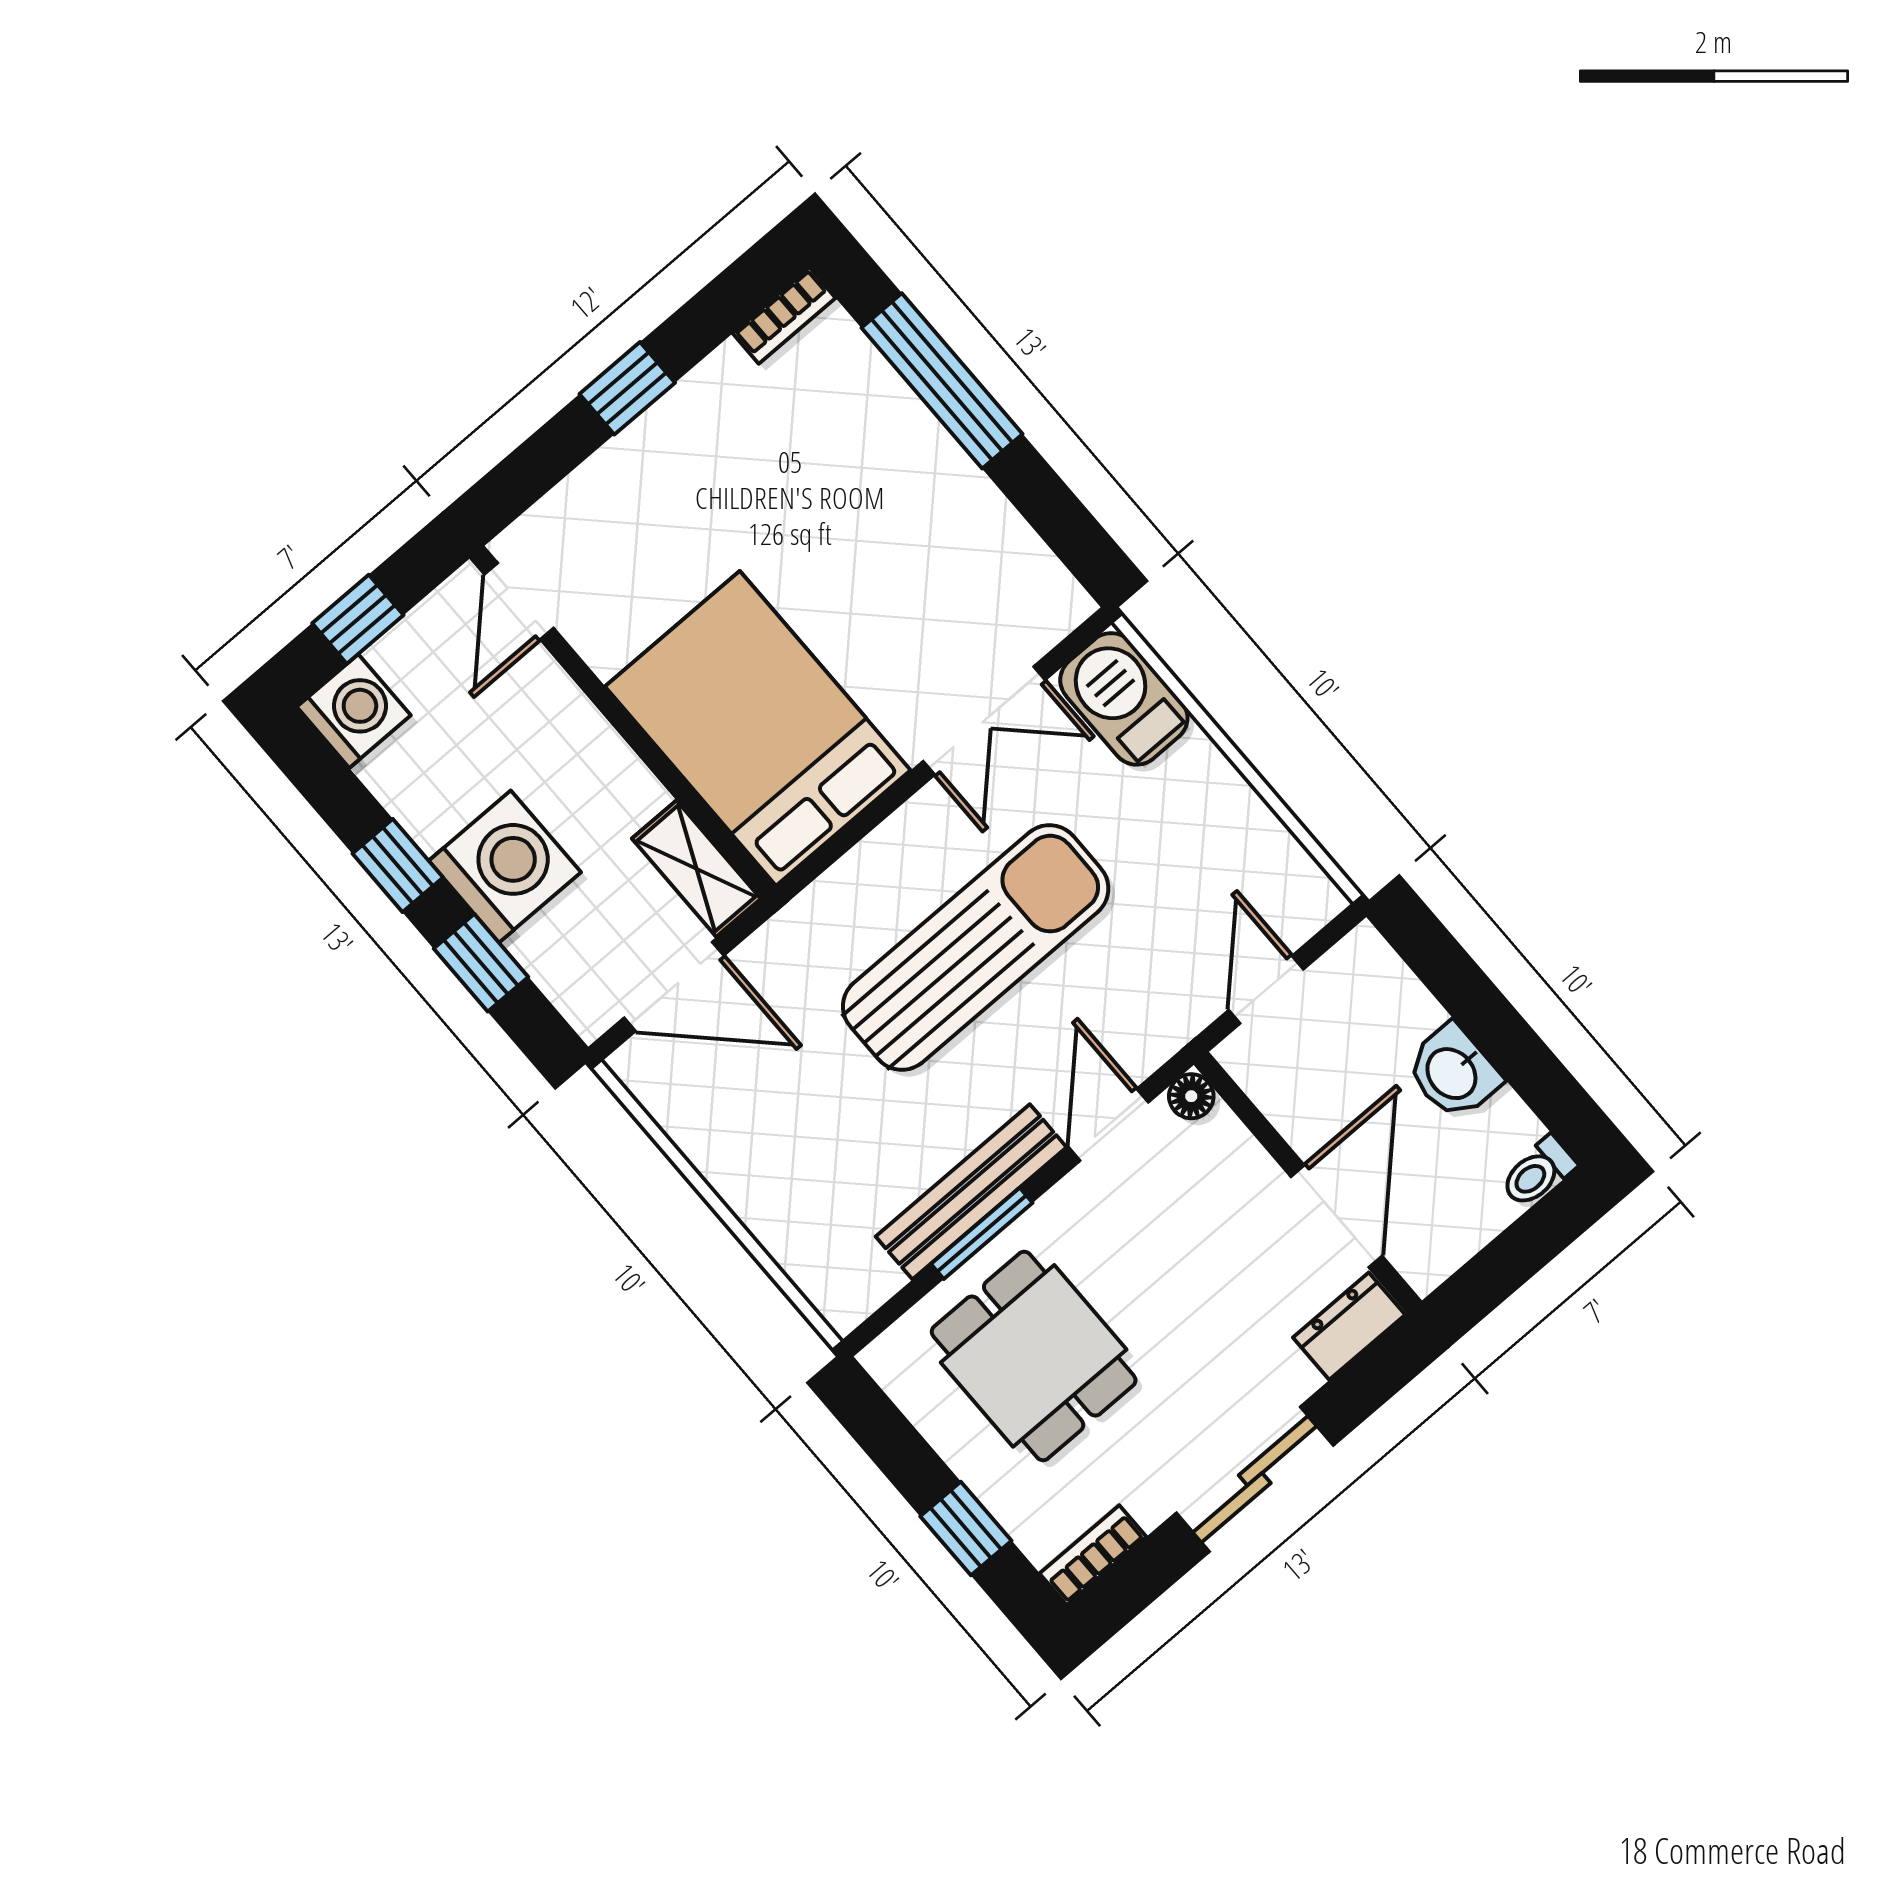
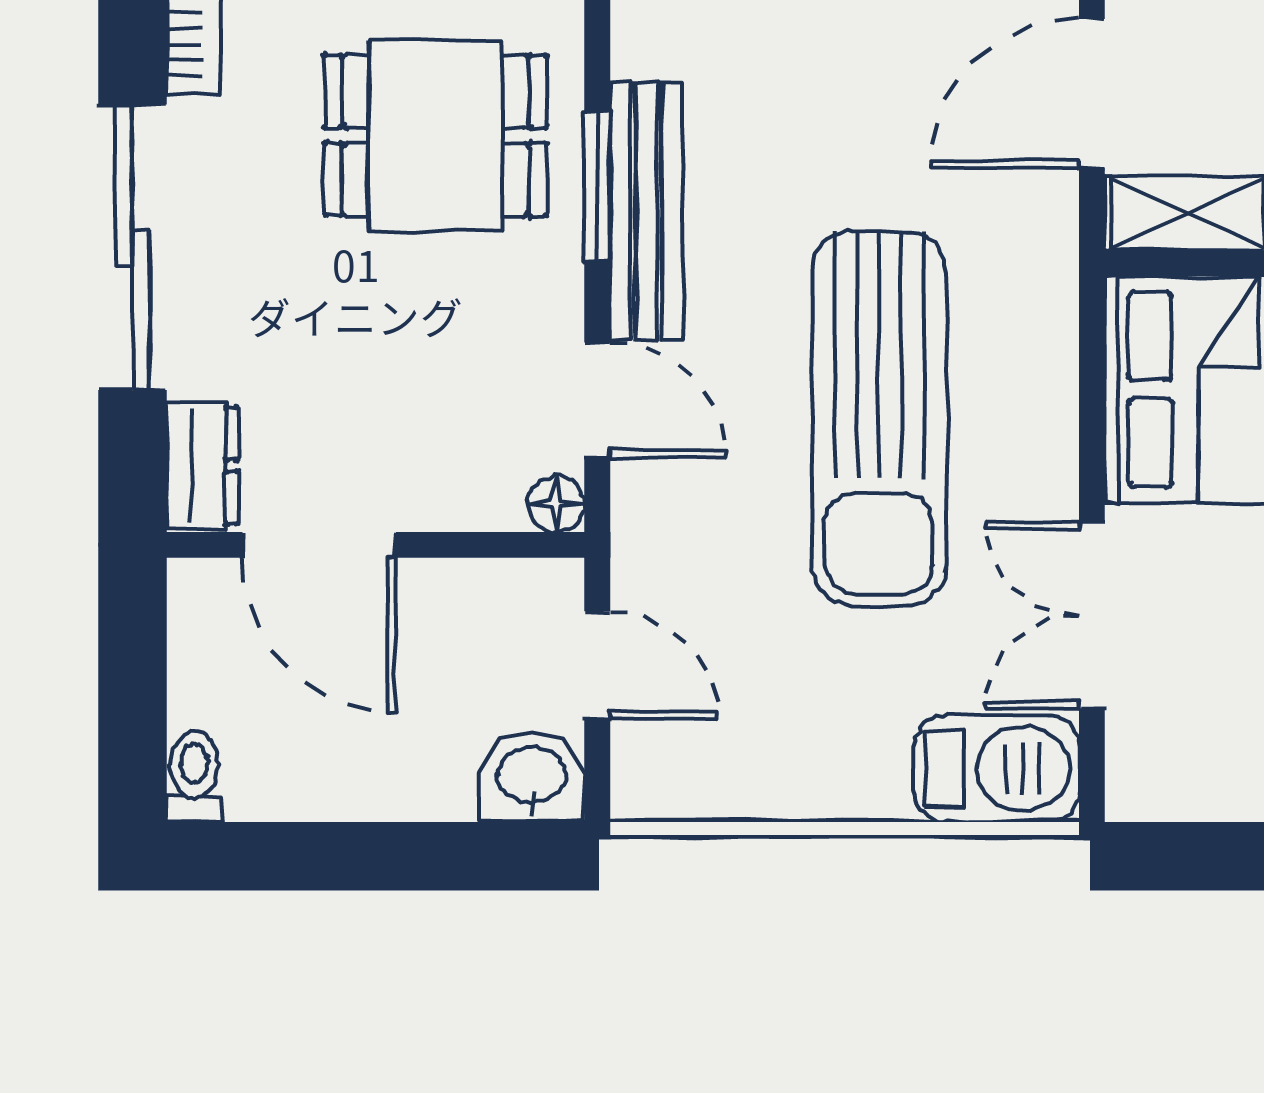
washbasin: (1453, 1072) -> (531, 777), moved
sliding door: (1255, 1479) -> (132, 247), width x1.37

